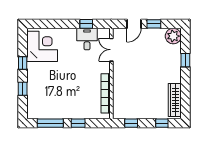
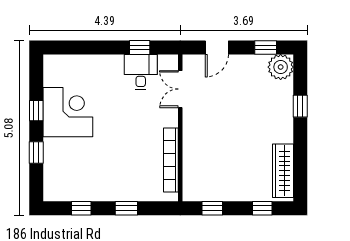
window: (154, 24) -> (266, 47), moved
corner desk: (42, 46) -> (68, 112), moved
window: (50, 123) -> (81, 208), width x0.46

